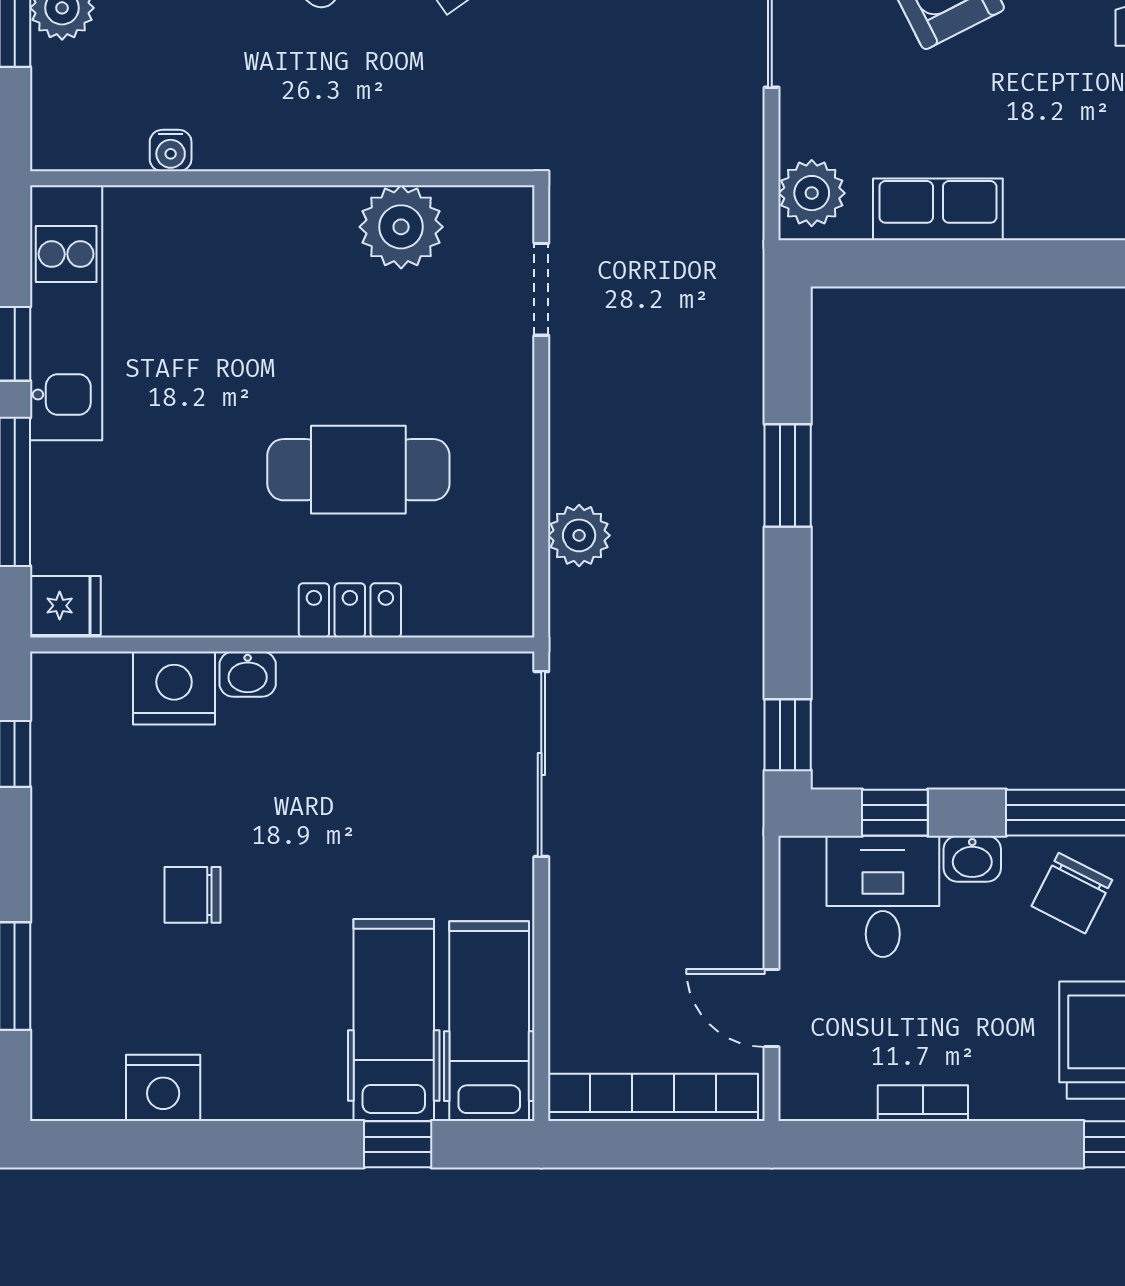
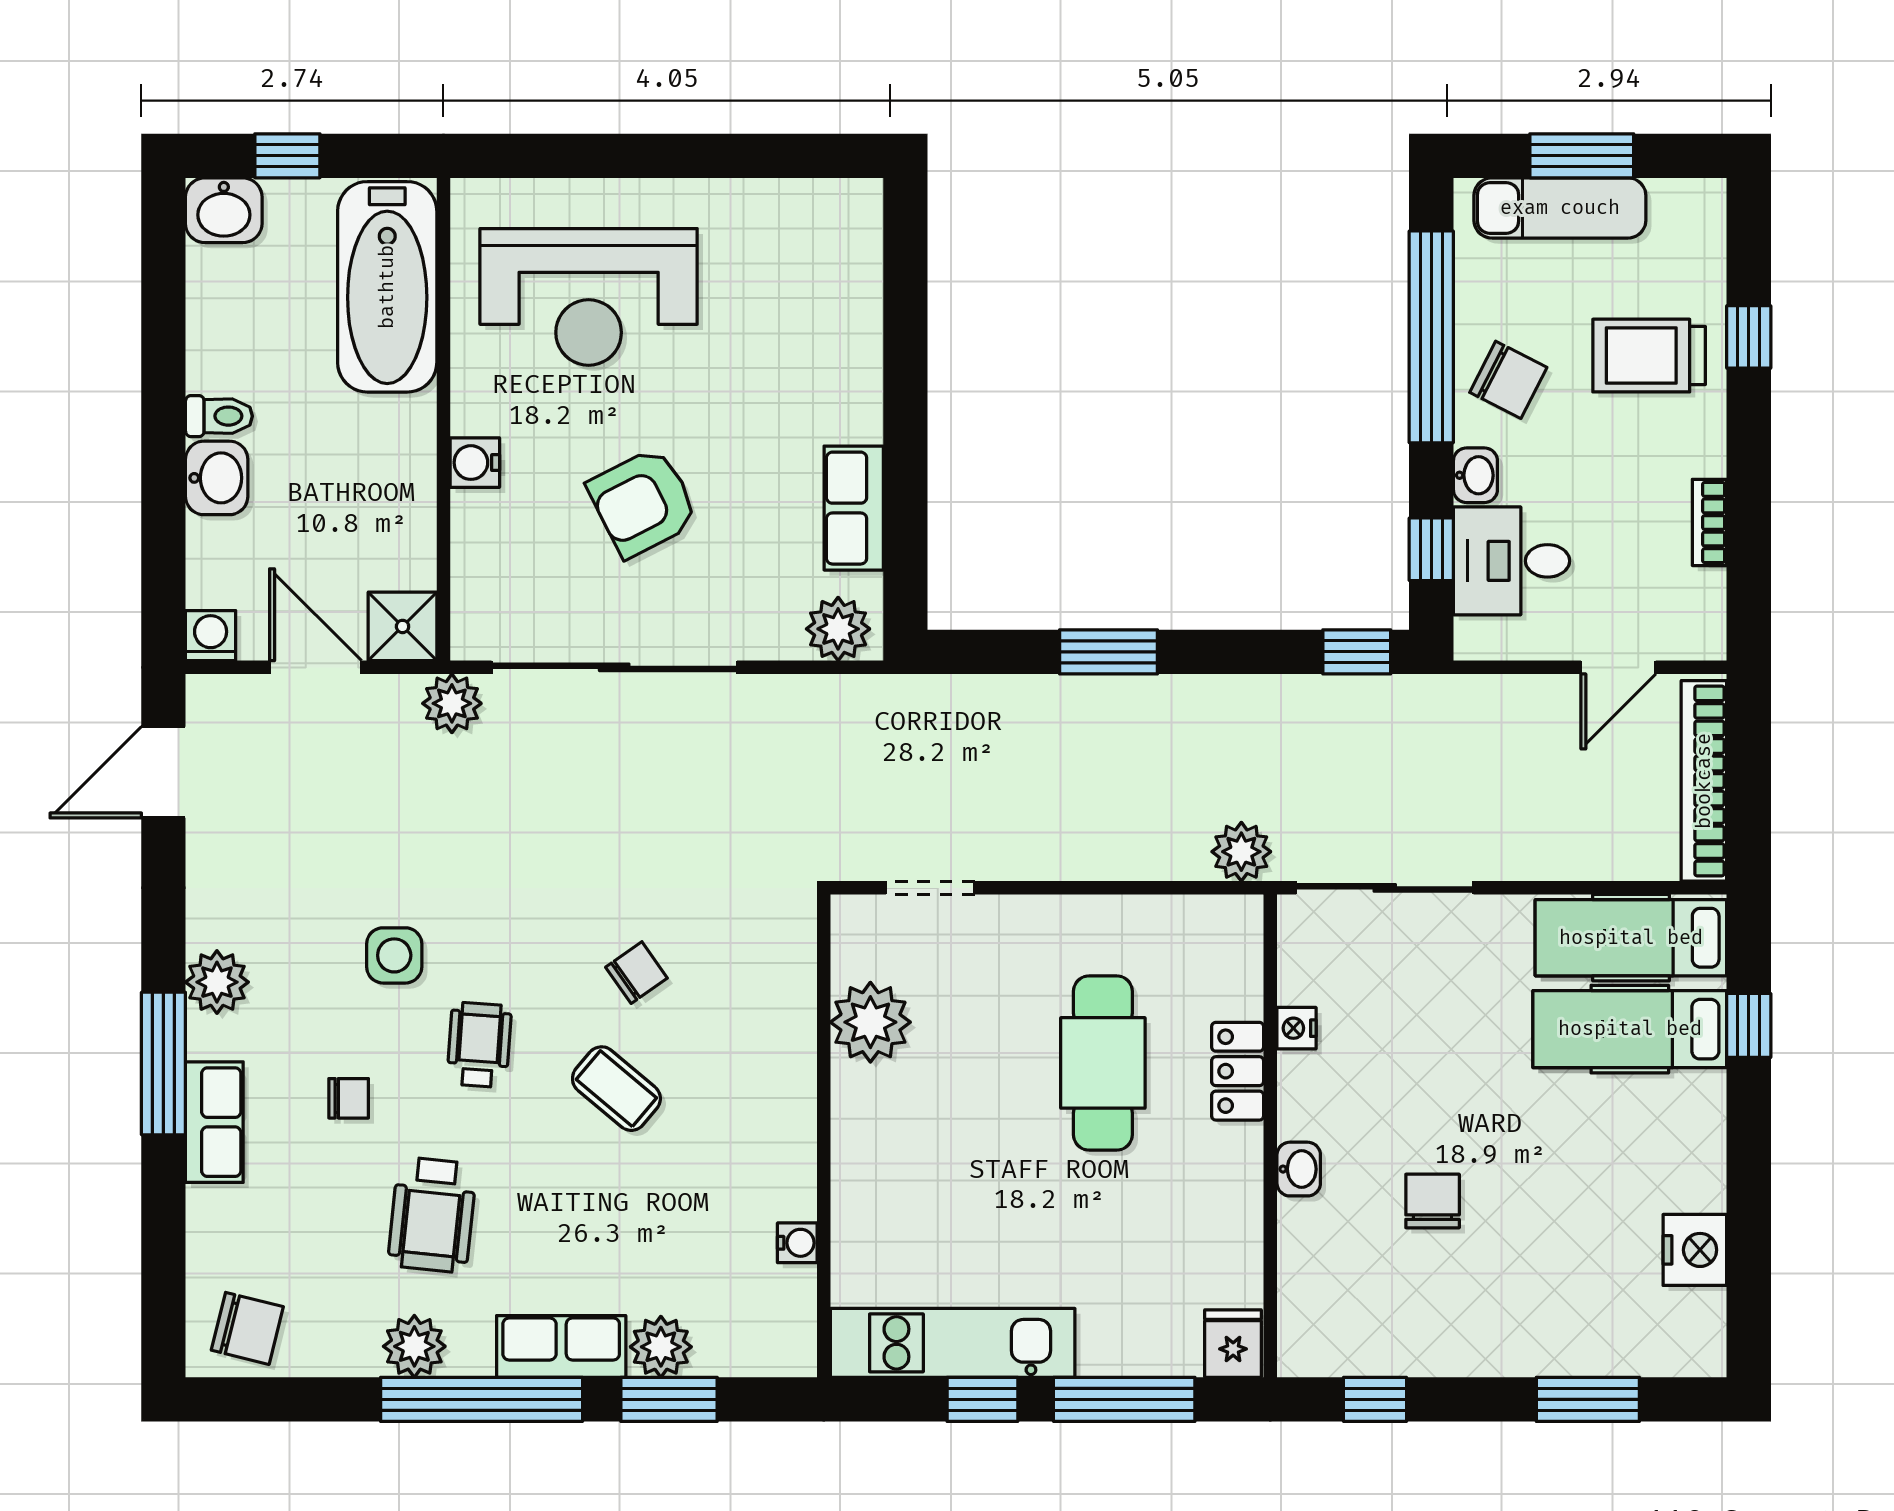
plant: (579, 535) -> (1241, 852), moved
nightstand: (174, 688) -> (1297, 1028), moved, width x0.53, depth x0.56
chair: (193, 895) -> (1433, 1201), moved, turned 180

